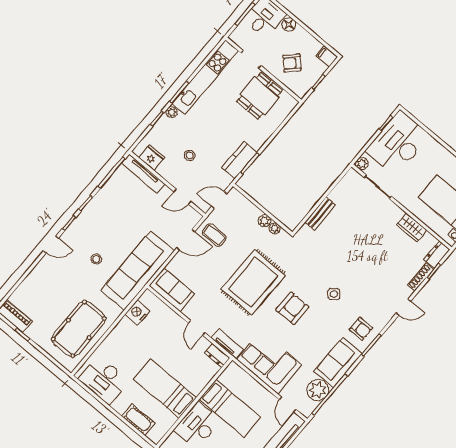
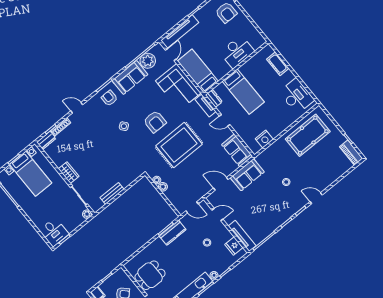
desk: (398, 143) -> (54, 232), width x0.53, depth x0.77
bench: (320, 214) -> (112, 193), moved
wardrobe: (411, 227) -> (69, 173), moved
coffee table: (214, 235) -> (200, 183), removed
sofa: (138, 271) -> (247, 175), width x0.54, depth x0.79
armchair: (292, 308) -> (155, 122), turned -90
door: (197, 328) -> (225, 120), swing flipped
bed: (165, 389) -> (243, 92), moved
bed: (230, 408) -> (198, 71), moved

